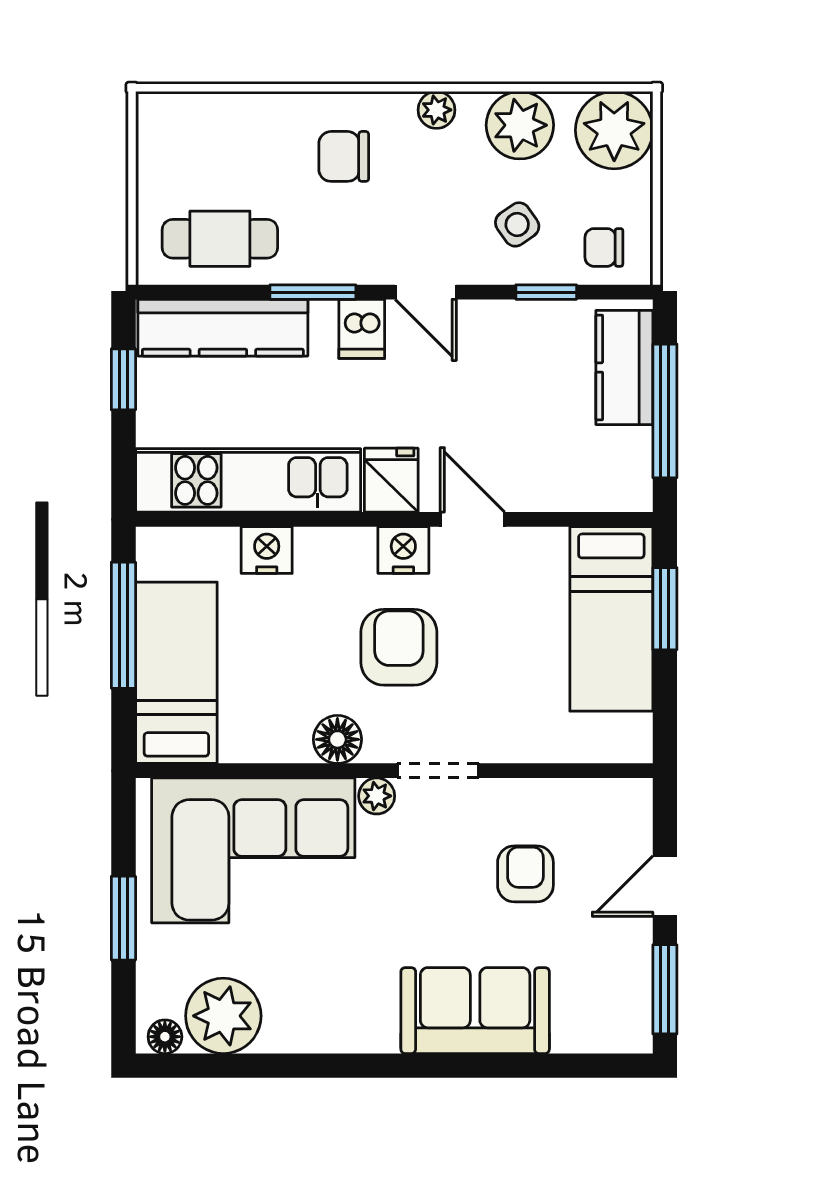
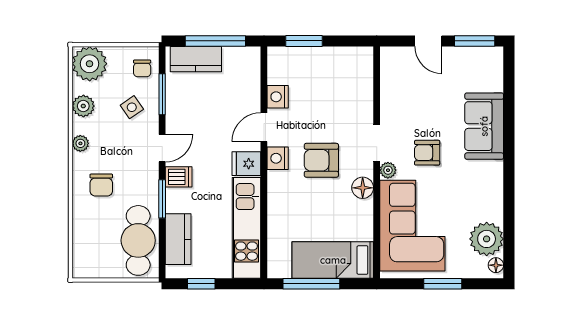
plant: (520, 125) -> (83, 106), width x0.73, depth x0.73
cafe table: (220, 239) -> (138, 240), width x1.37, depth x1.35
window: (546, 292) -> (162, 94), width x1.50
kitchen counter: (223, 328) -> (178, 239), width x0.67
nightstand: (267, 550) -> (278, 97), moved
bed: (611, 619) -> (309, 65), removed
armchair: (525, 874) -> (427, 153), moved

